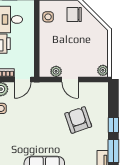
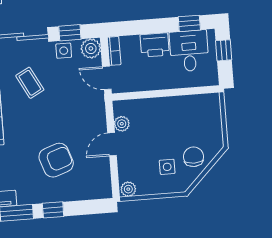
chair: (74, 14) -> (194, 157), moved
side table: (48, 17) -> (167, 167), moved
coffee table: (22, 134) -> (30, 83), added

